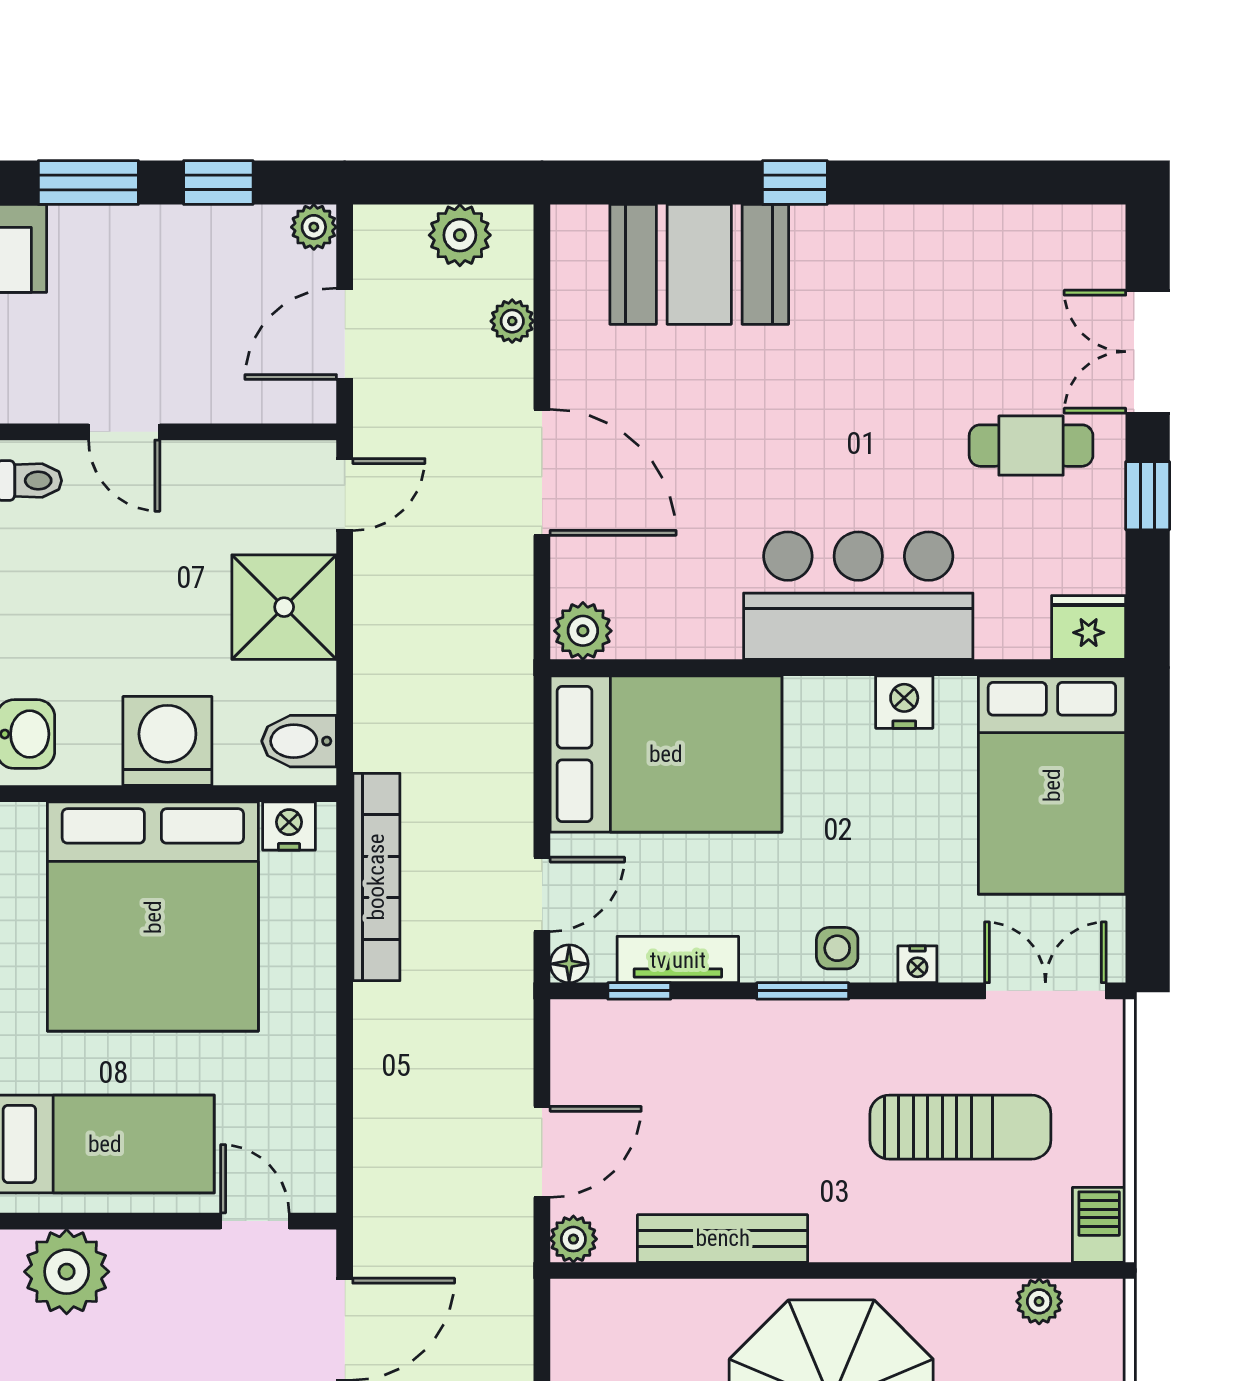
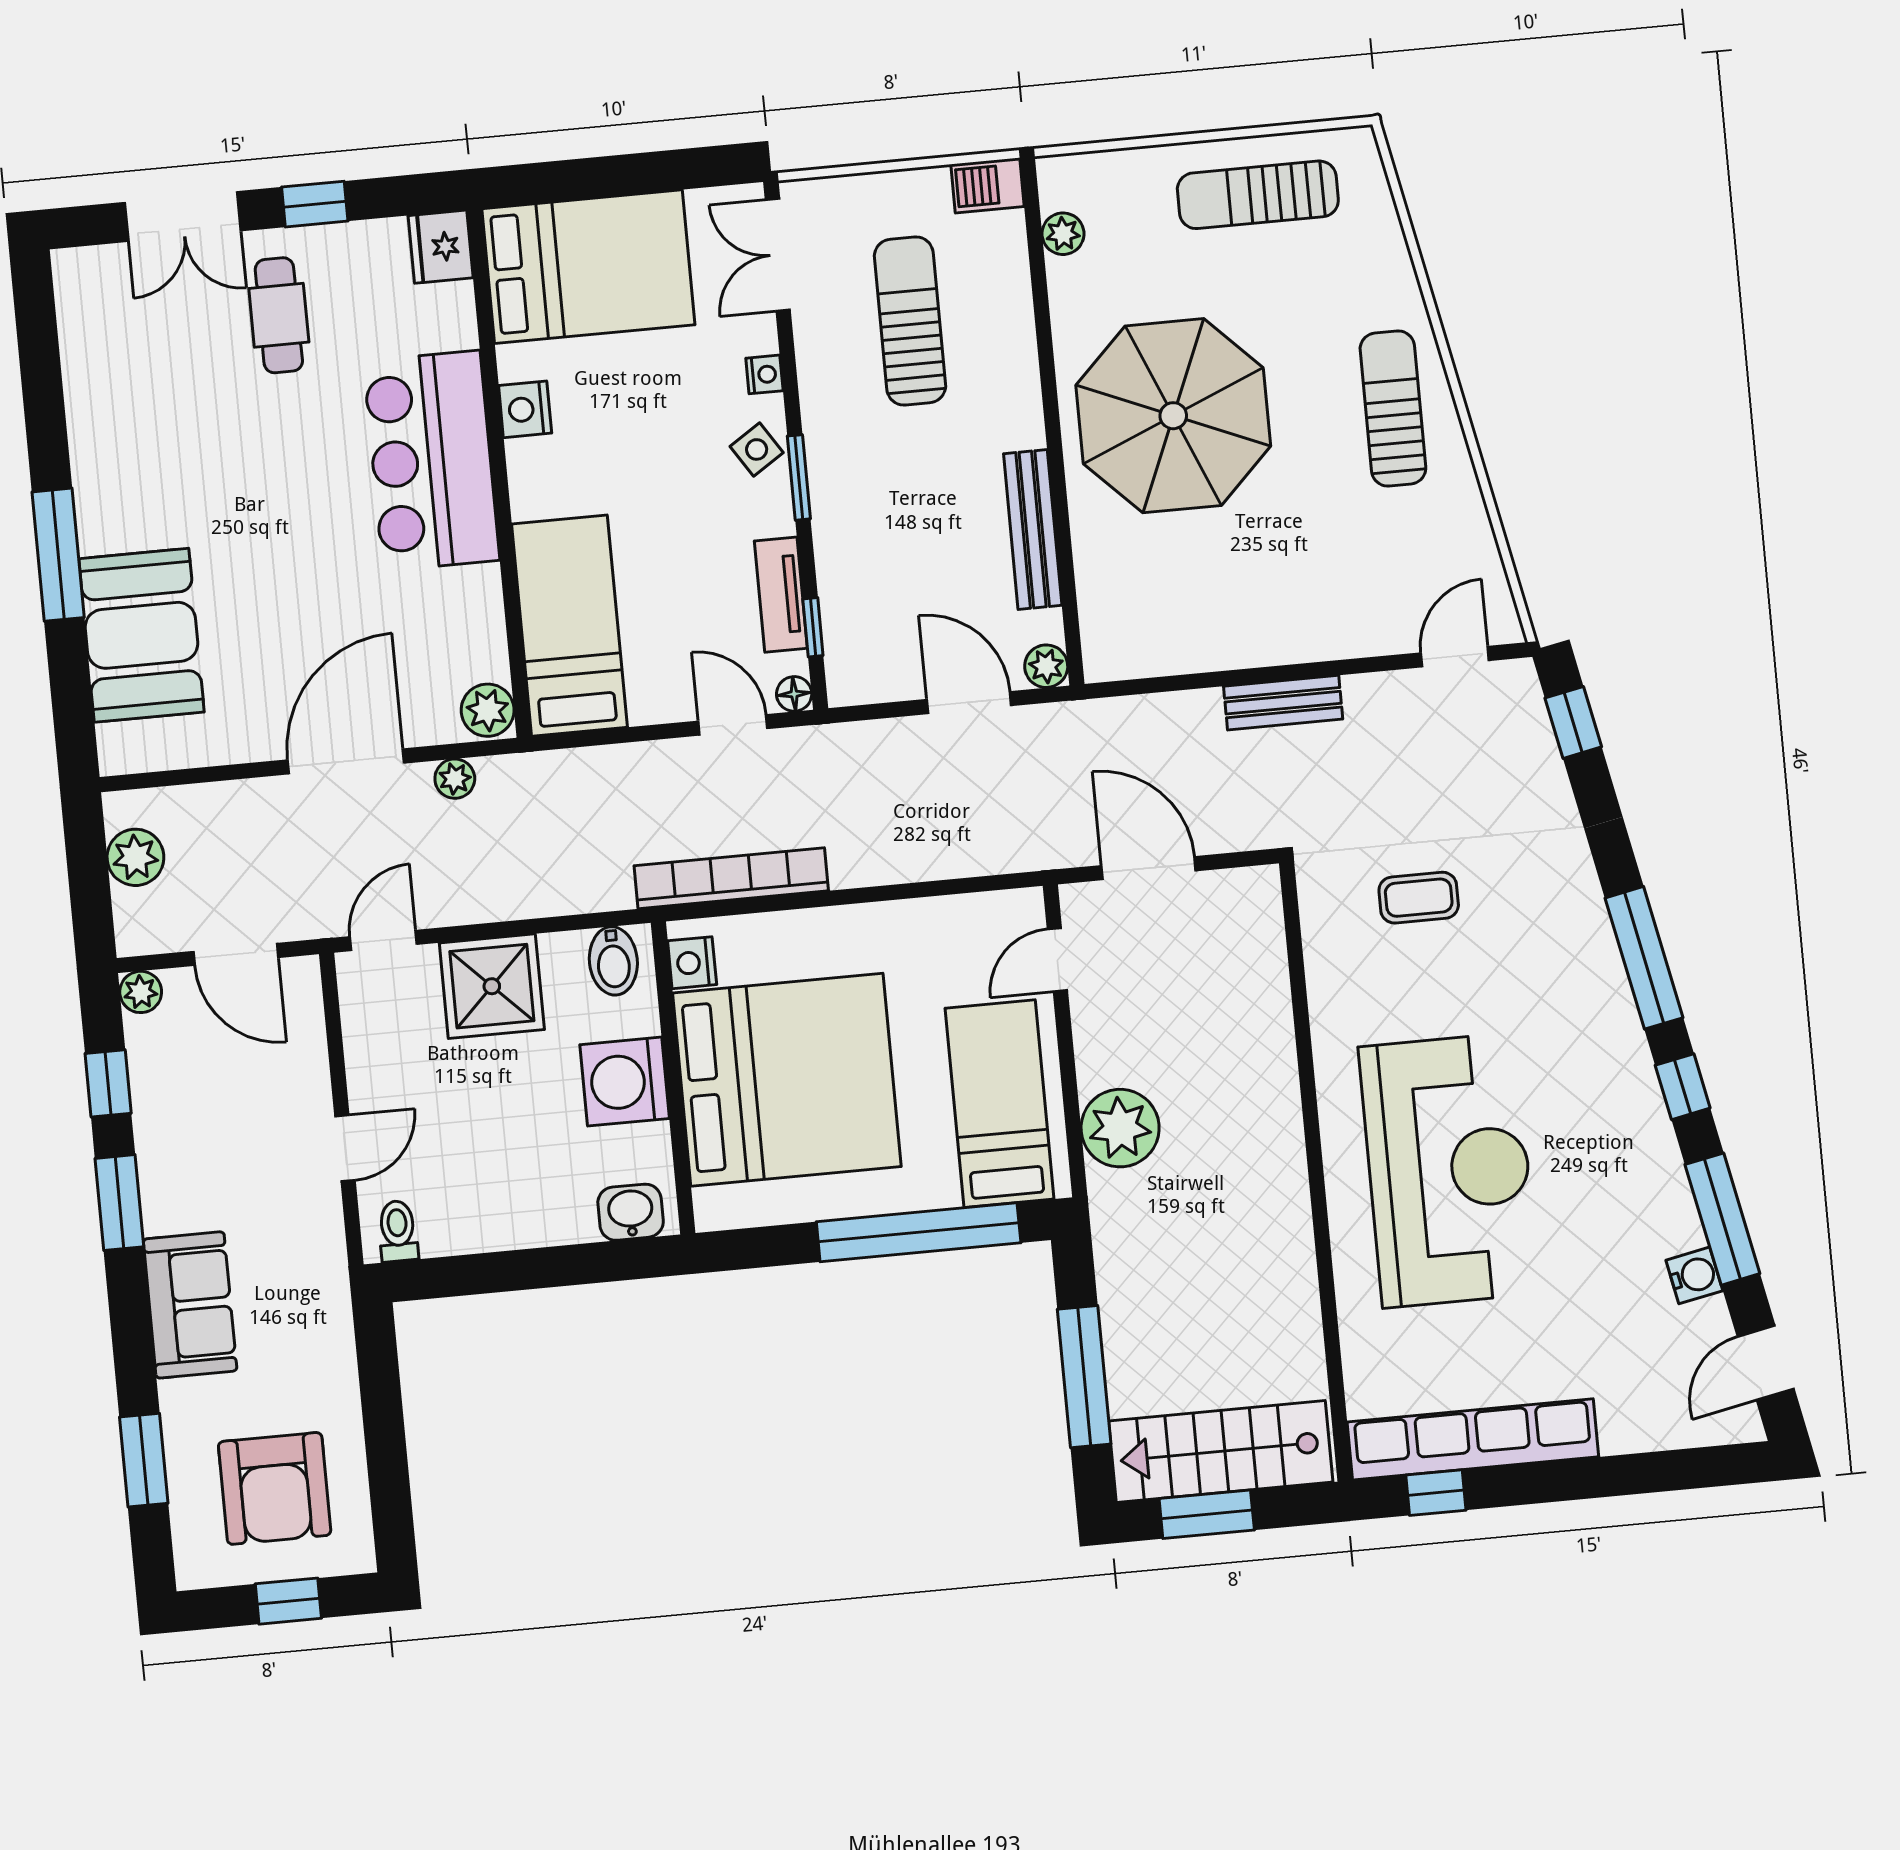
window: (795, 182) -> (58, 555), width x2.17
plant: (512, 321) -> (455, 779), moved
door: (345, 495) -> (383, 940), hinge flipped
bed: (666, 754) -> (569, 626), width x0.67
side table: (837, 948) -> (757, 449), turned -33

